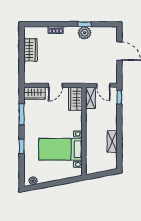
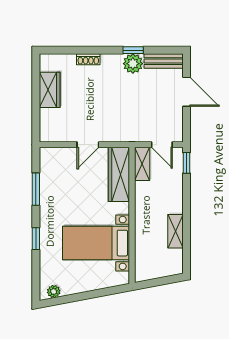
bench: (104, 31) -> (164, 61), added
wardrobe: (34, 93) -> (56, 157), removed
wardrobe: (75, 99) -> (119, 174), width x1.50

